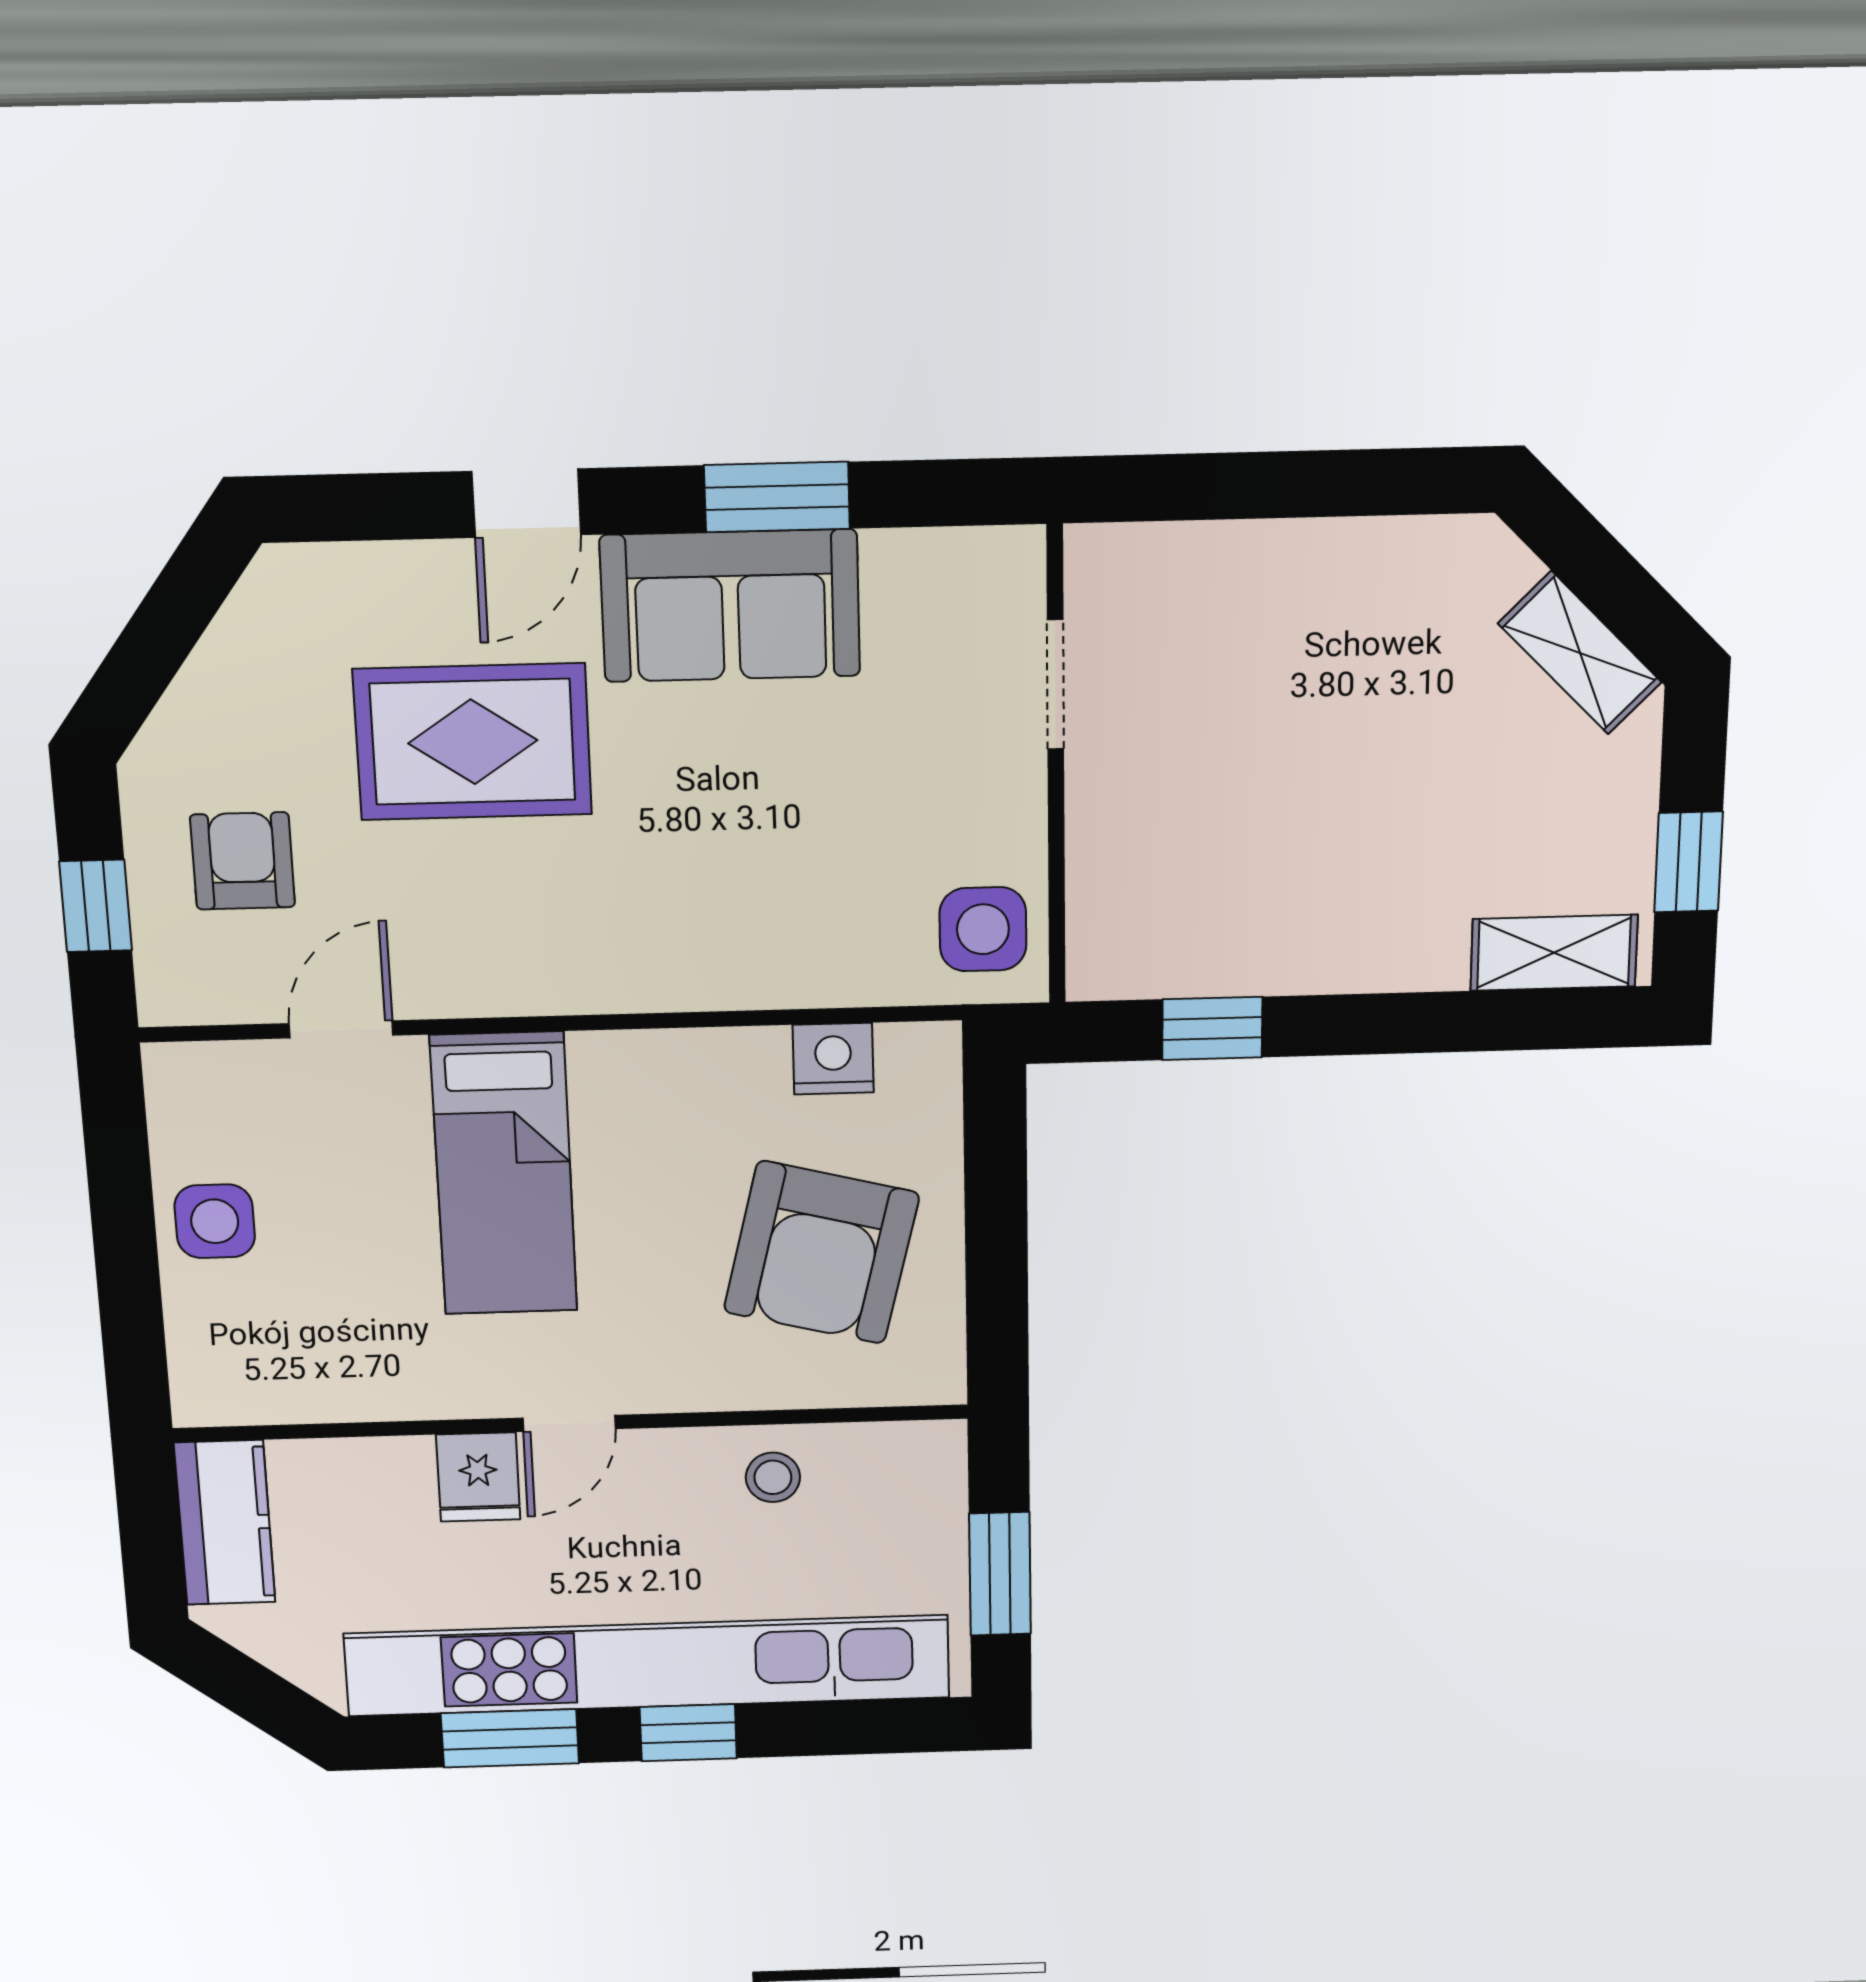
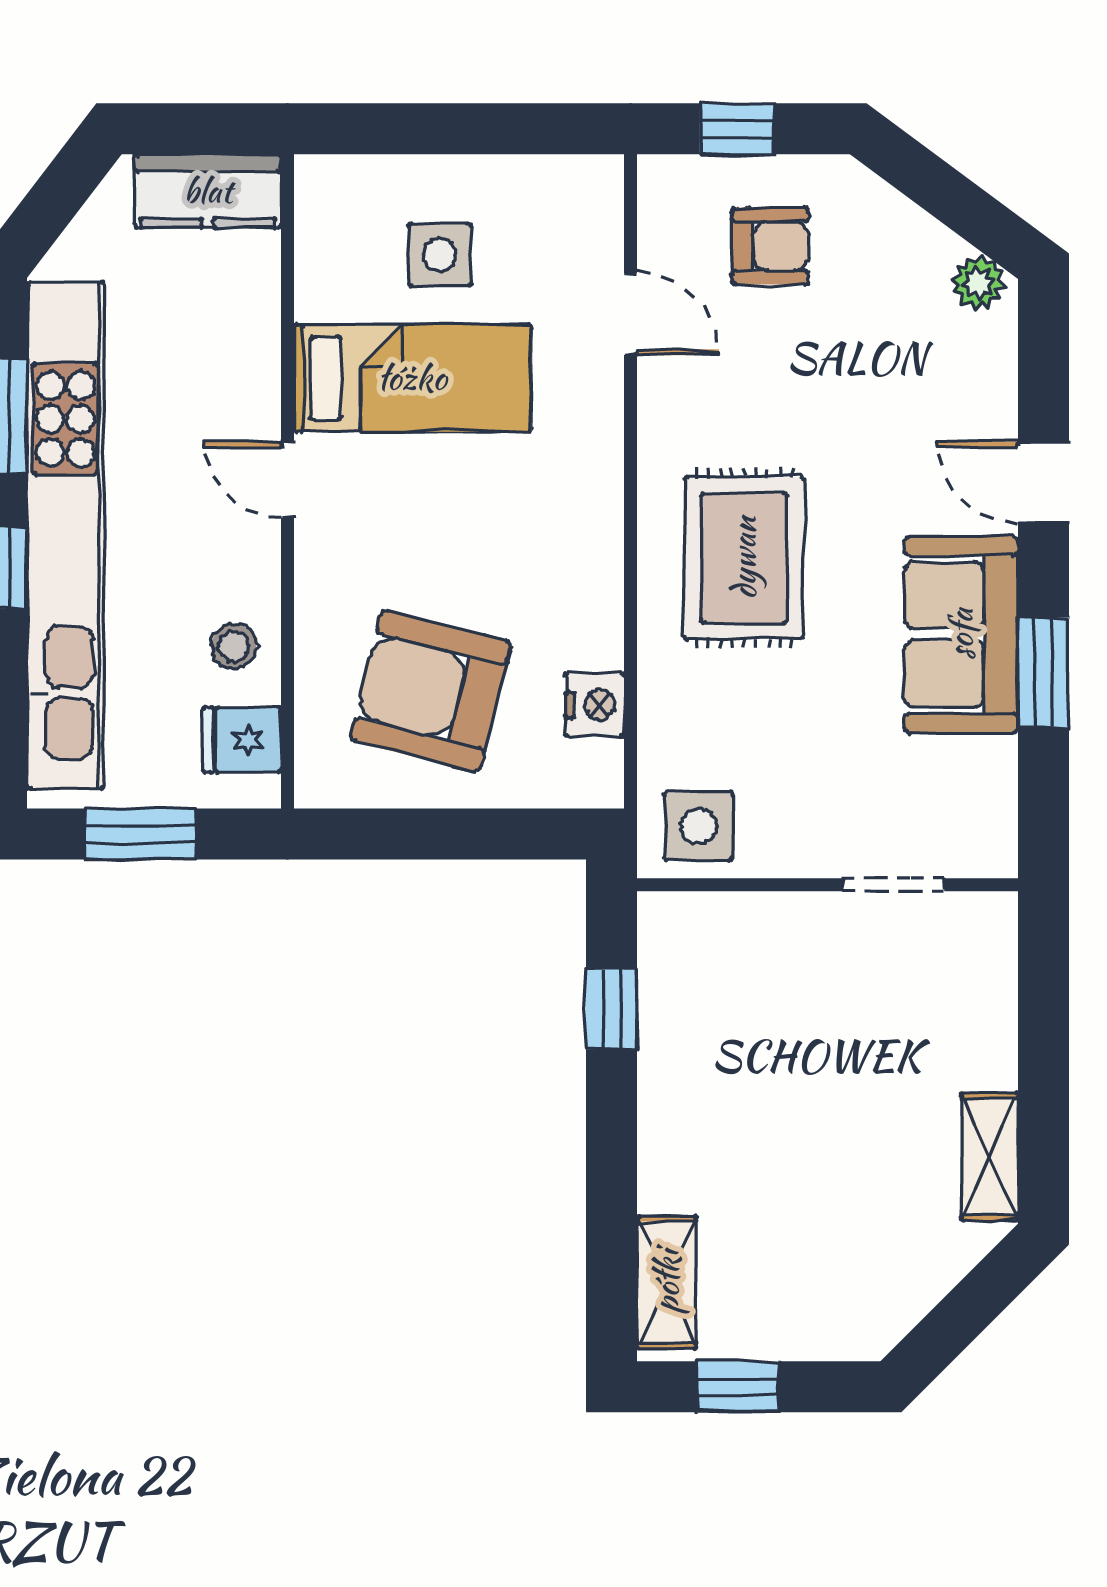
plant: (270, 595) -> (978, 283), added
shelving: (1580, 653) -> (990, 1157), moved, turned -45
rug: (473, 742) -> (744, 558), moved
bed: (504, 1174) -> (412, 378), moved, turned 180
side table: (215, 1221) -> (440, 255), moved
fridge: (478, 1477) -> (242, 740), moved

